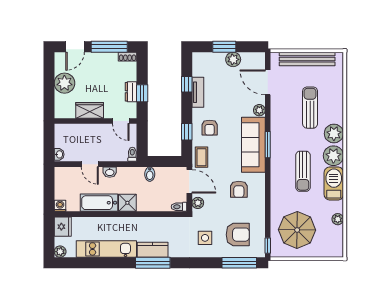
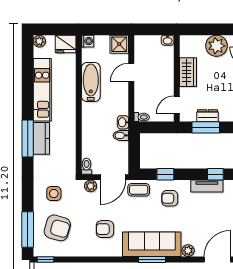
window: (142, 93) -> (206, 127), width x1.50
washbasin: (59, 154) -> (168, 40), moved
washbasin: (110, 172) -> (123, 122), moved
shower: (127, 203) -> (119, 44), moved
armchair: (238, 235) -> (57, 228), turned -74

